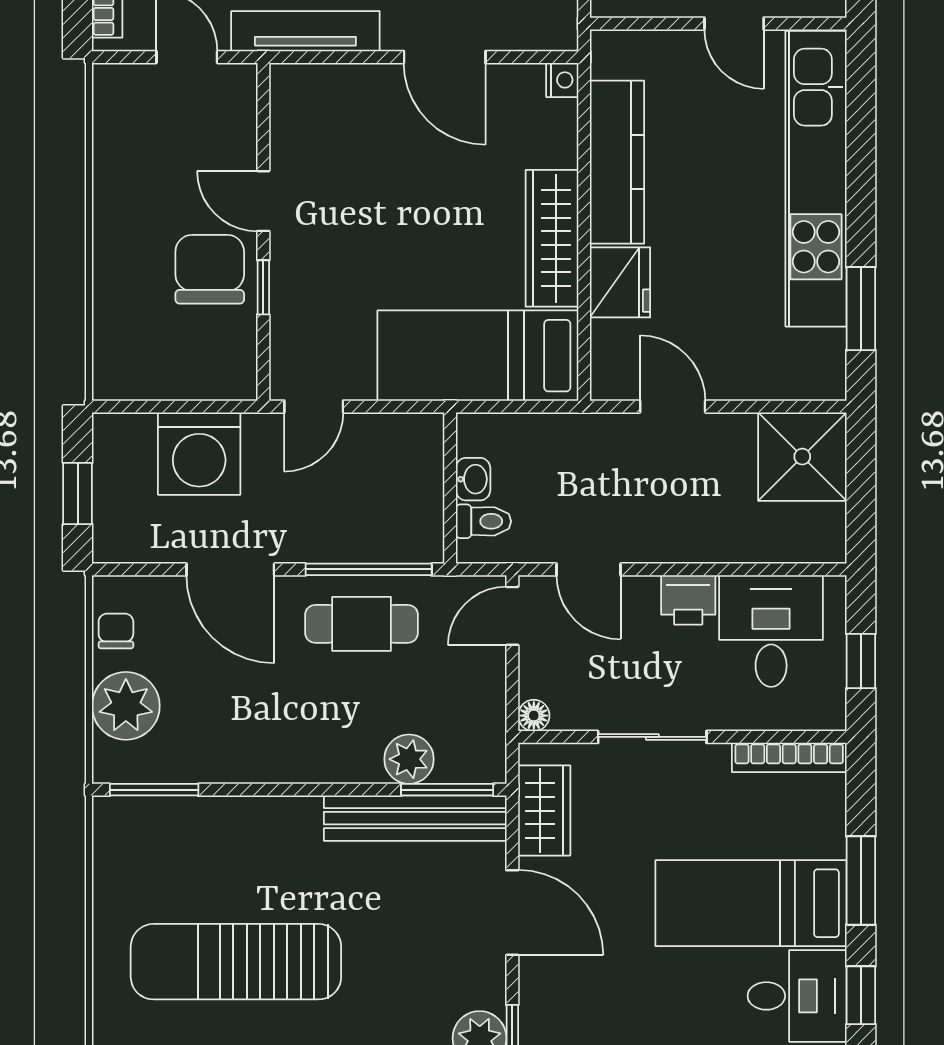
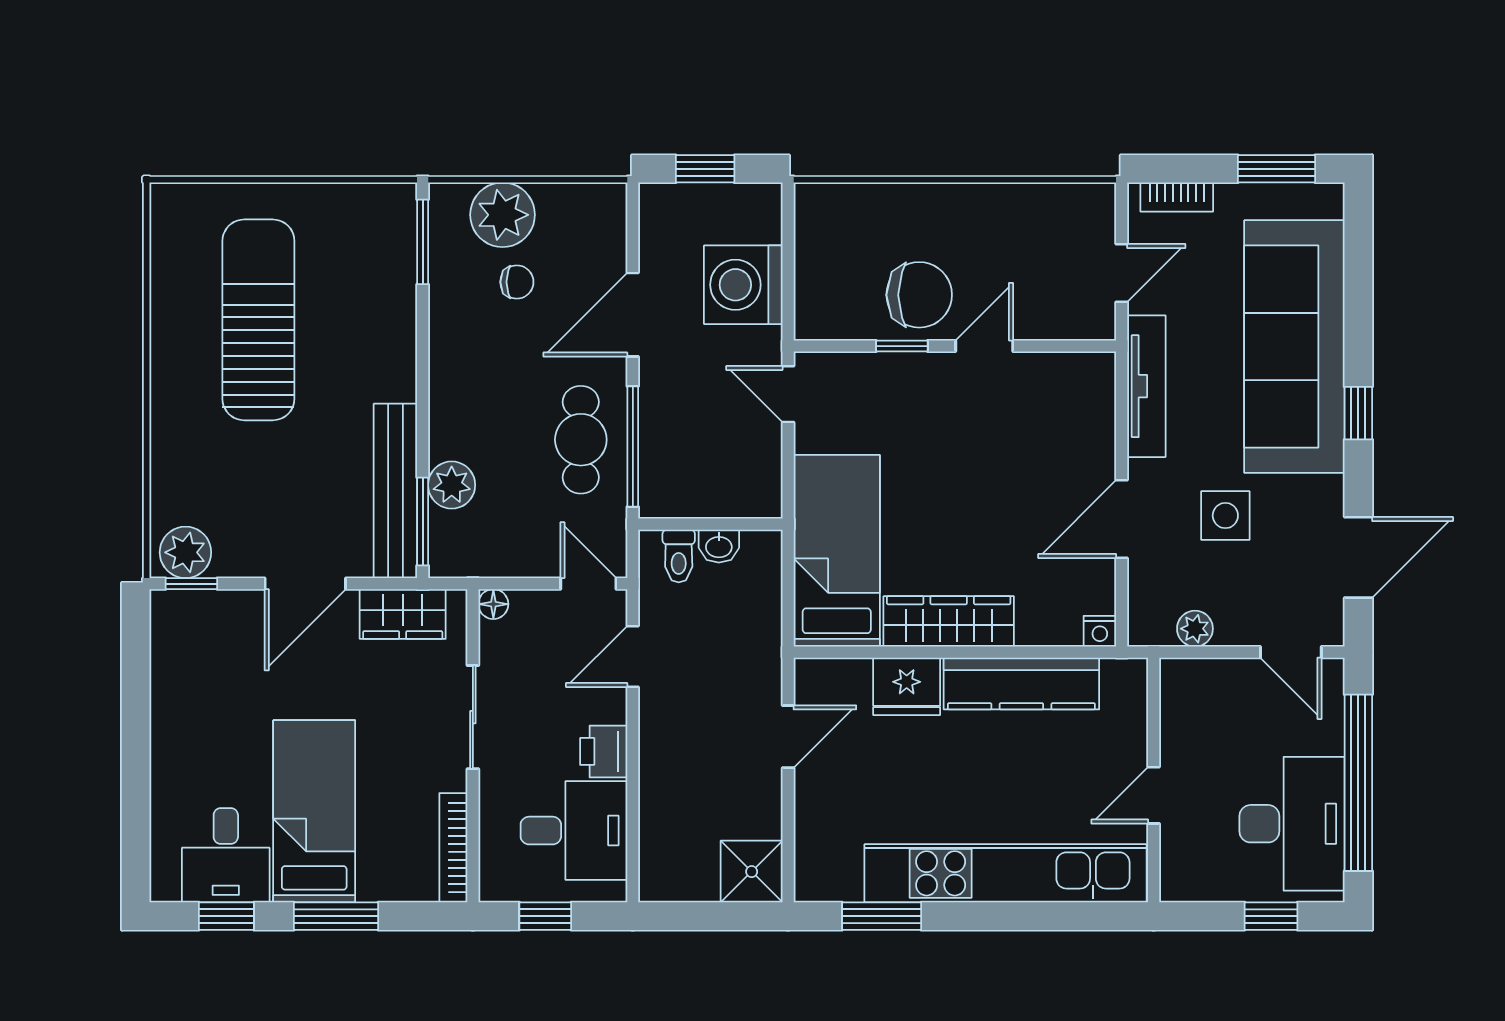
shower: (802, 457) -> (752, 872), width x0.73, depth x0.73
chair: (116, 631) -> (517, 282), moved

